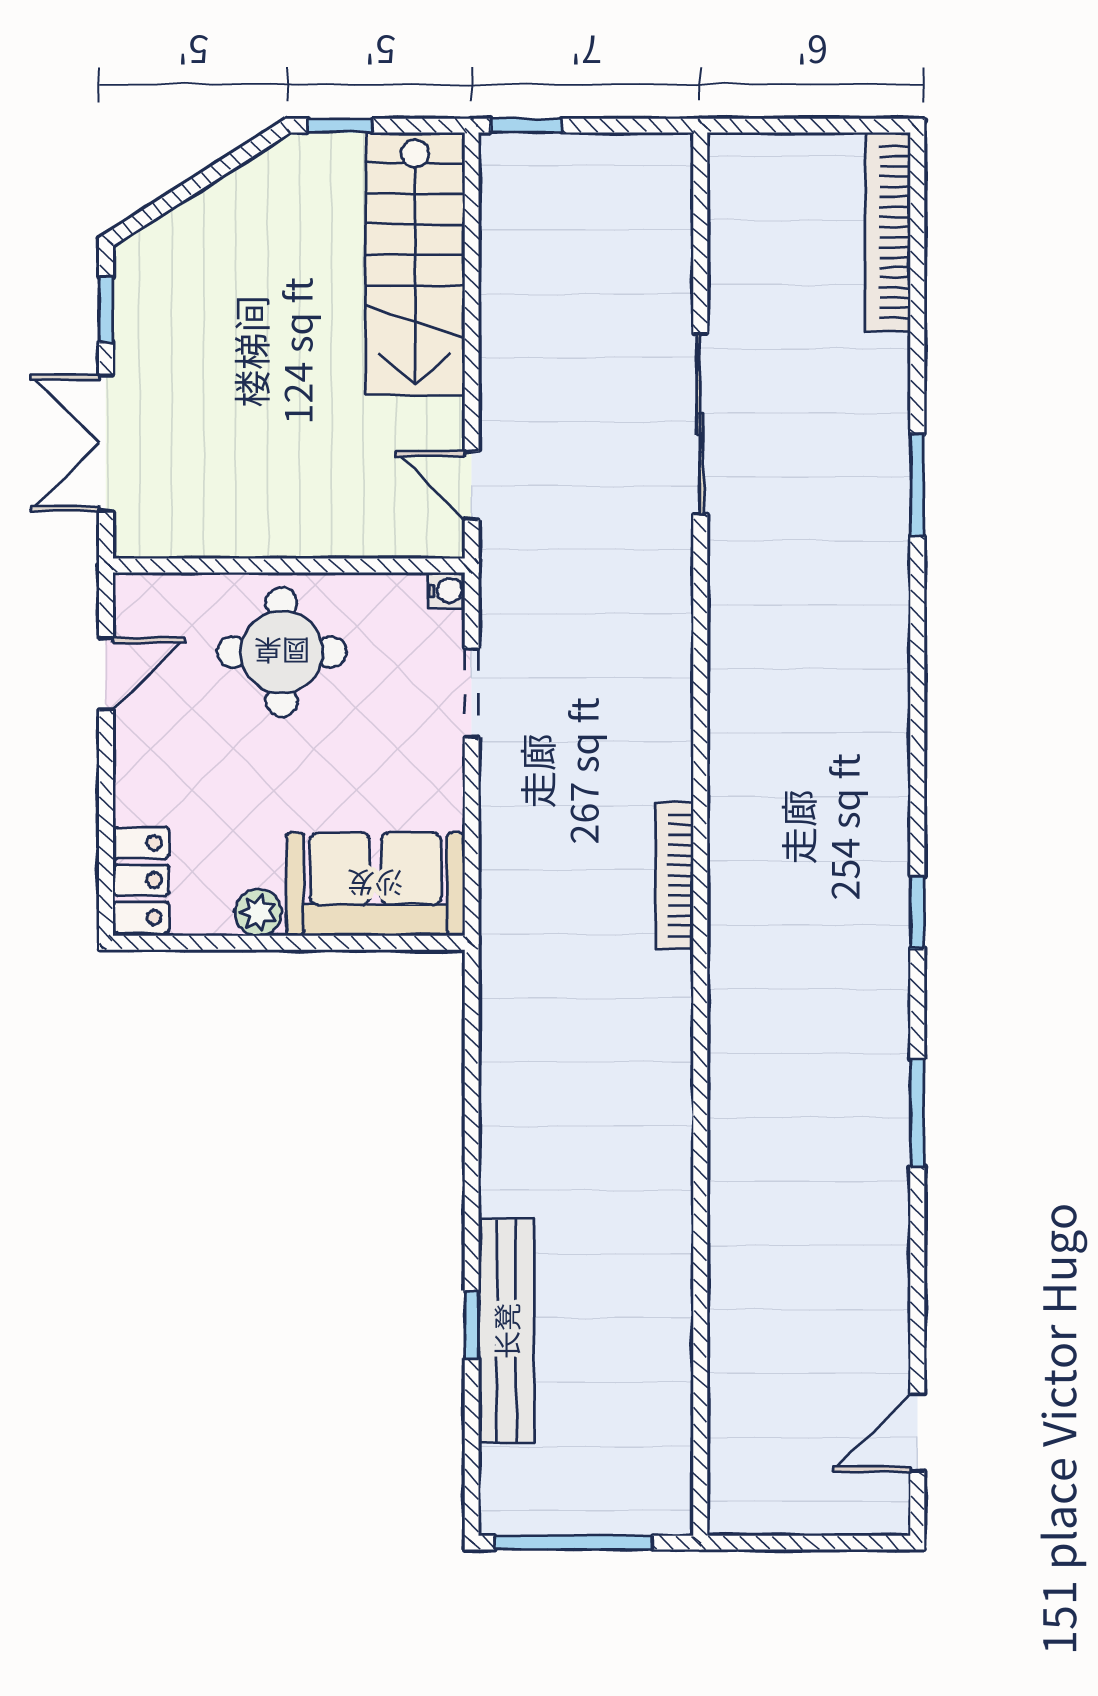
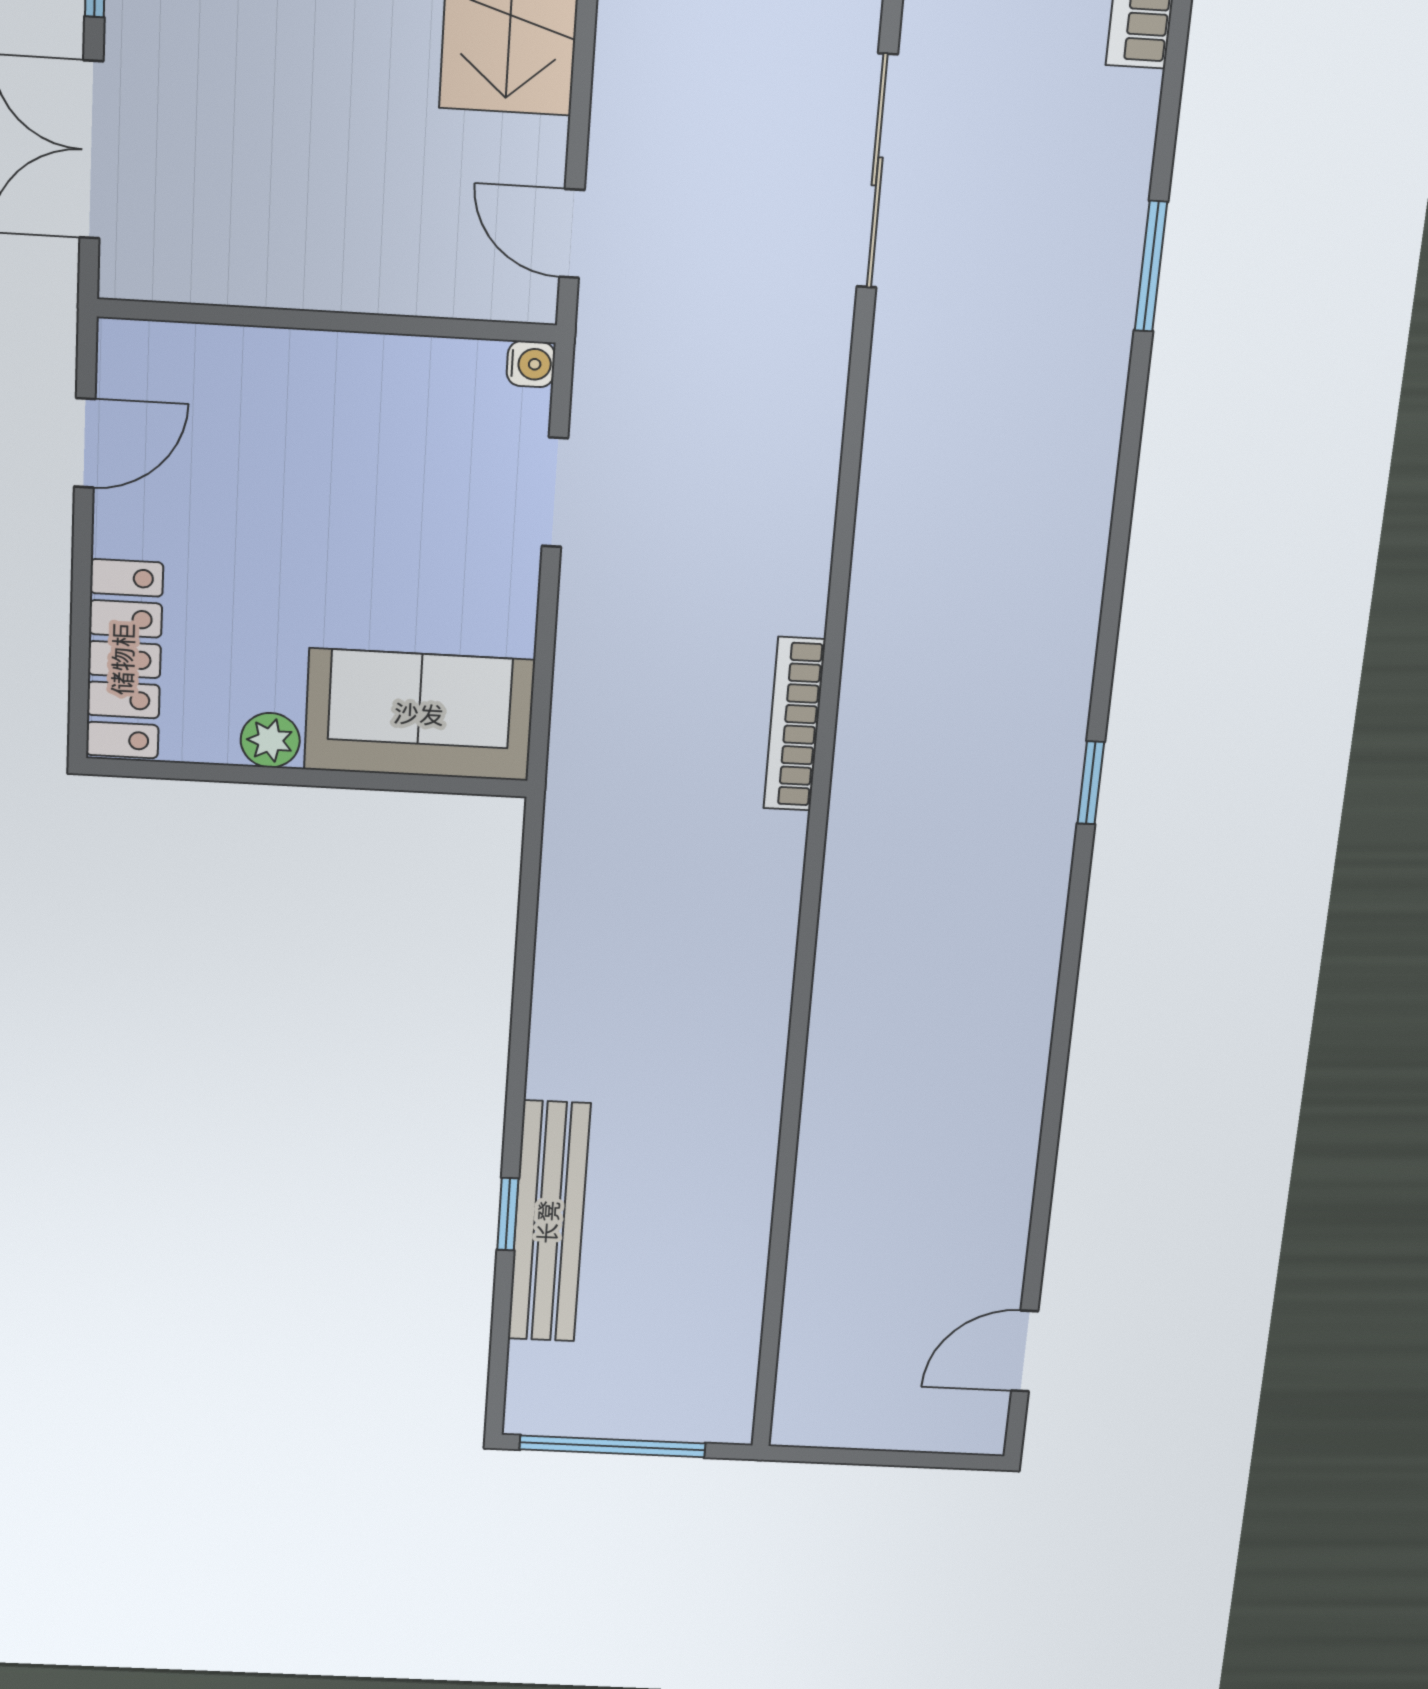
round table: (282, 652) -> (313, 428), removed
locker: (141, 880) -> (124, 659), width x1.53
window: (917, 1113) -> (1064, 1009), removed

